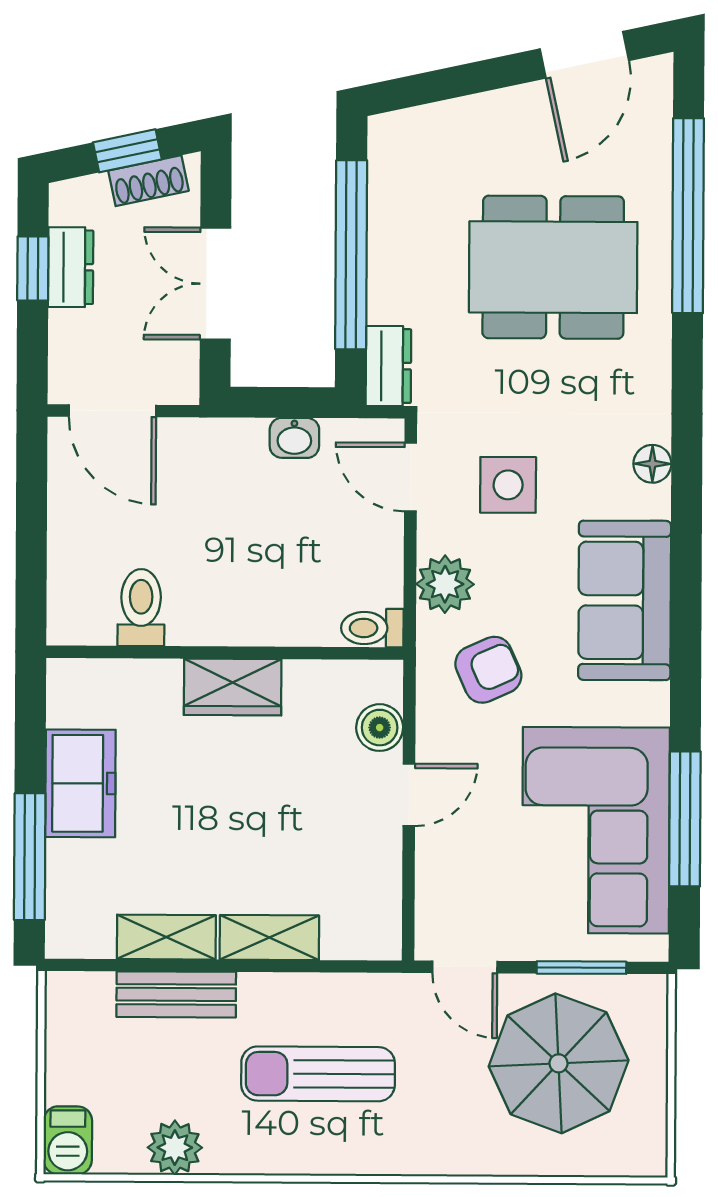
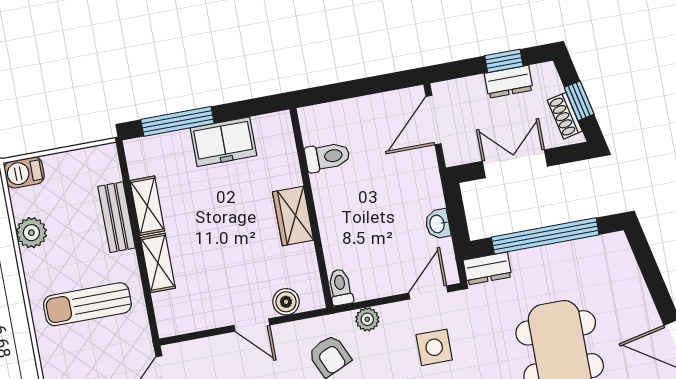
plant: (445, 584) -> (367, 319), width x0.73, depth x0.73
sun lounger: (318, 1074) -> (87, 304), turned -90

